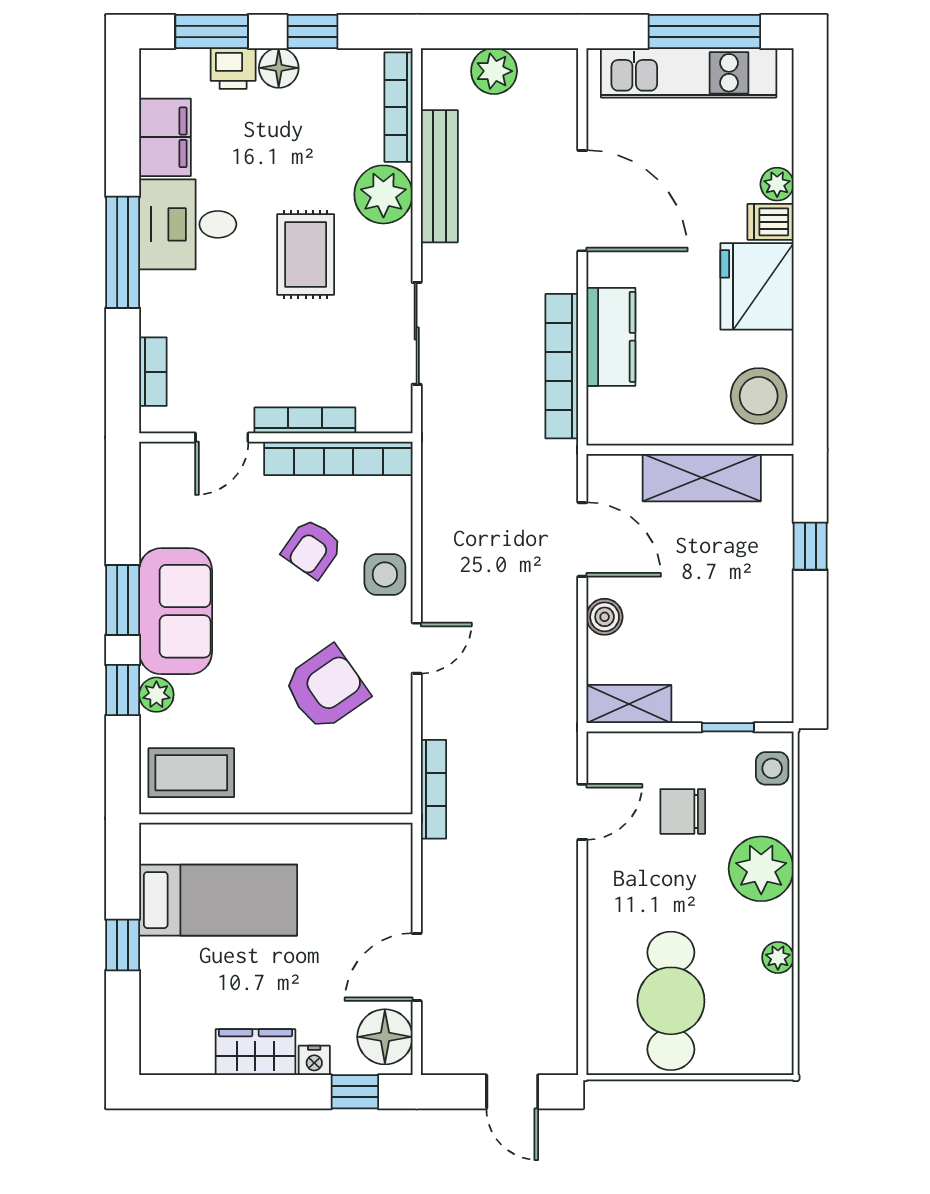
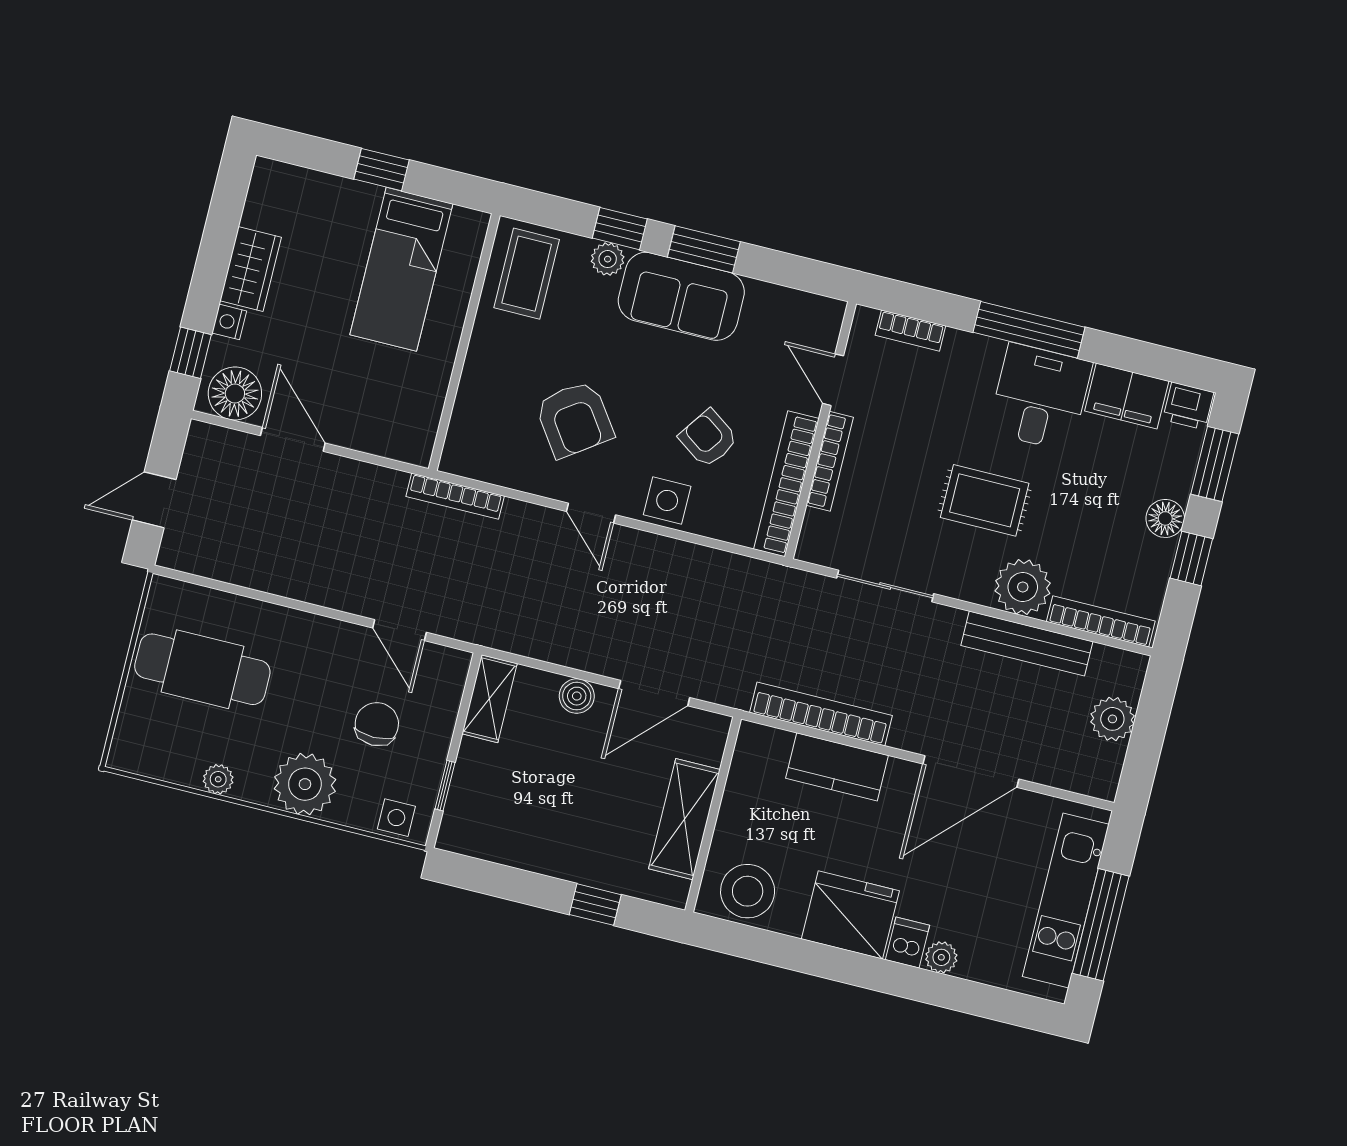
printer: (233, 69) -> (1188, 406), moved, turned -90

